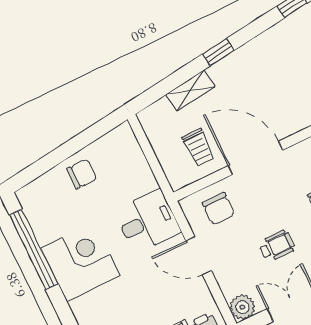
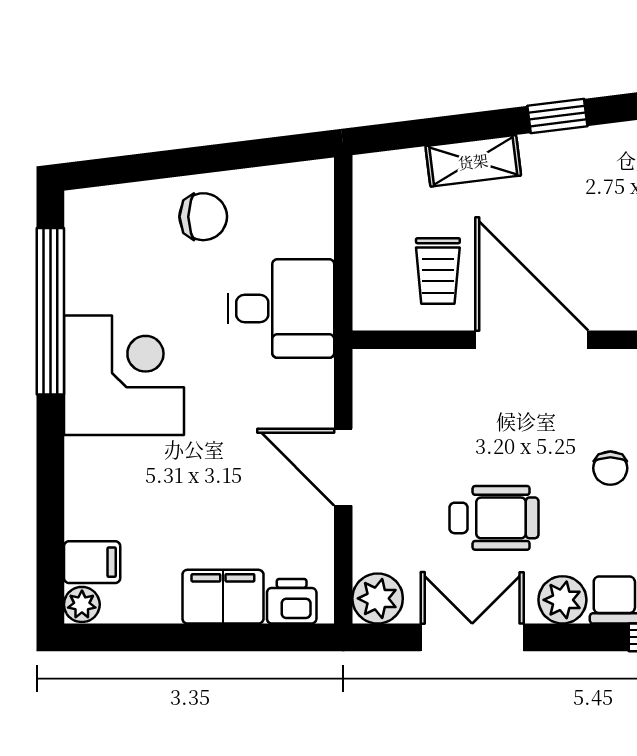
chair: (218, 209) -> (421, 399), removed
desk: (148, 221) -> (281, 308), moved
wheelchair: (277, 246) -> (494, 518), width x1.36, depth x1.37

